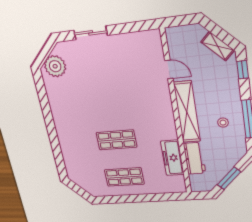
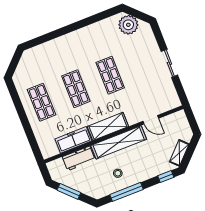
sliding door: (91, 33) -> (169, 63), moved
door: (169, 69) -> (151, 120), hinge flipped
shop shelf: (108, 101) -> (110, 75), added
shelving: (166, 119) -> (108, 126), added

